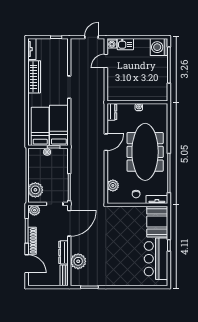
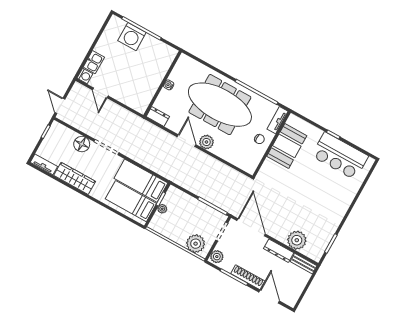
door: (92, 37) -> (60, 106), moved
washing machine: (159, 47) -> (132, 37), moved
floor lamp: (62, 68) -> (82, 144), added
plant: (113, 185) -> (206, 142), moved
booth: (157, 222) -> (287, 146), moved, turned 90
door: (27, 264) -> (269, 297), hinge flipped

